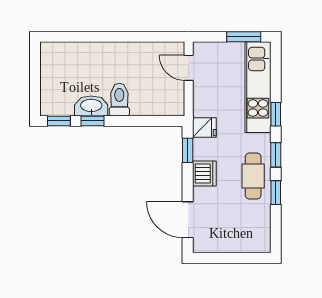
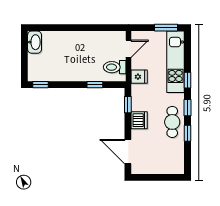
door: (189, 68) -> (128, 49), swing flipped
toilet: (119, 100) -> (115, 67), moved, turned -90
washbasin: (91, 106) -> (35, 42), moved, turned 90
window: (92, 121) -> (95, 85), moved
fridge: (204, 127) -> (139, 77), moved

